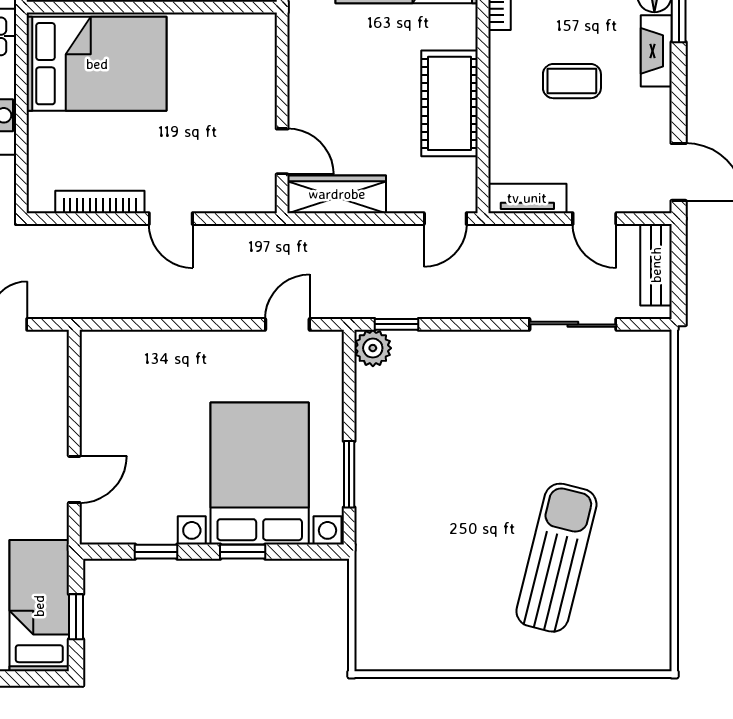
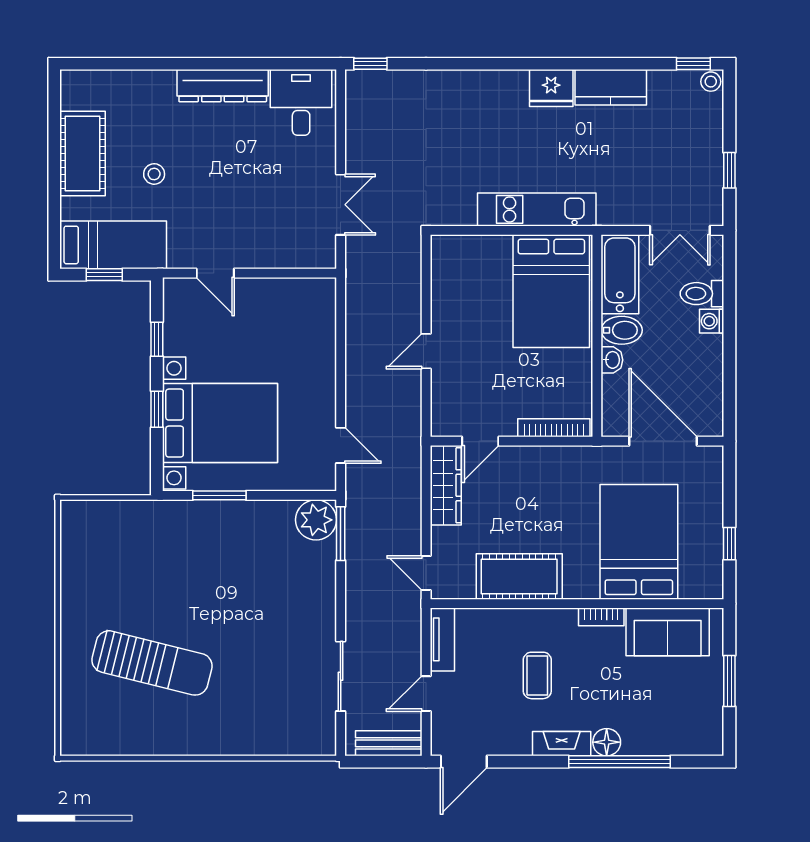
bookcase: (100, 202) -> (554, 428), moved, turned -90
window: (396, 324) -> (341, 534), width x1.50
plant: (373, 348) -> (316, 520), width x1.36, depth x1.36

